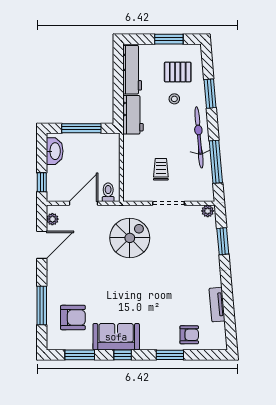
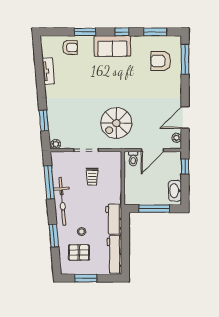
window: (42, 305) -> (185, 59), moved
armchair: (189, 335) -> (70, 48), turned 180
sofa: (116, 337) -> (112, 46), moved

